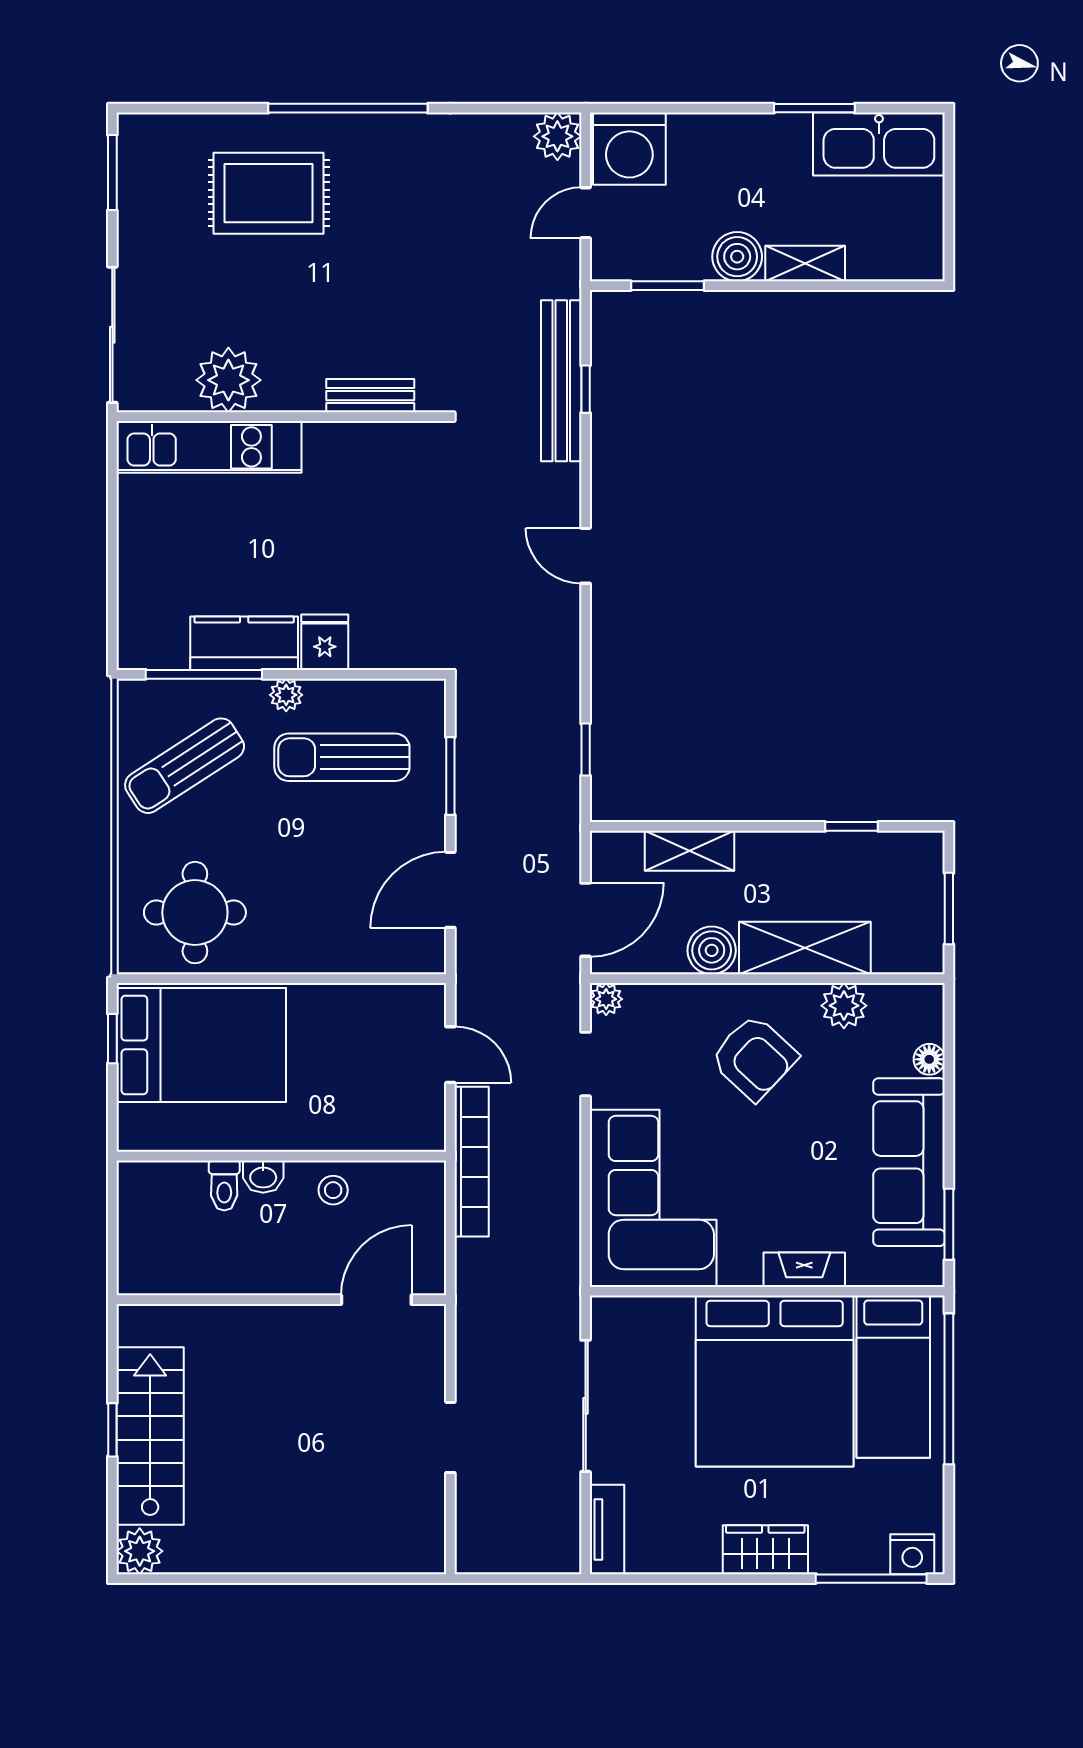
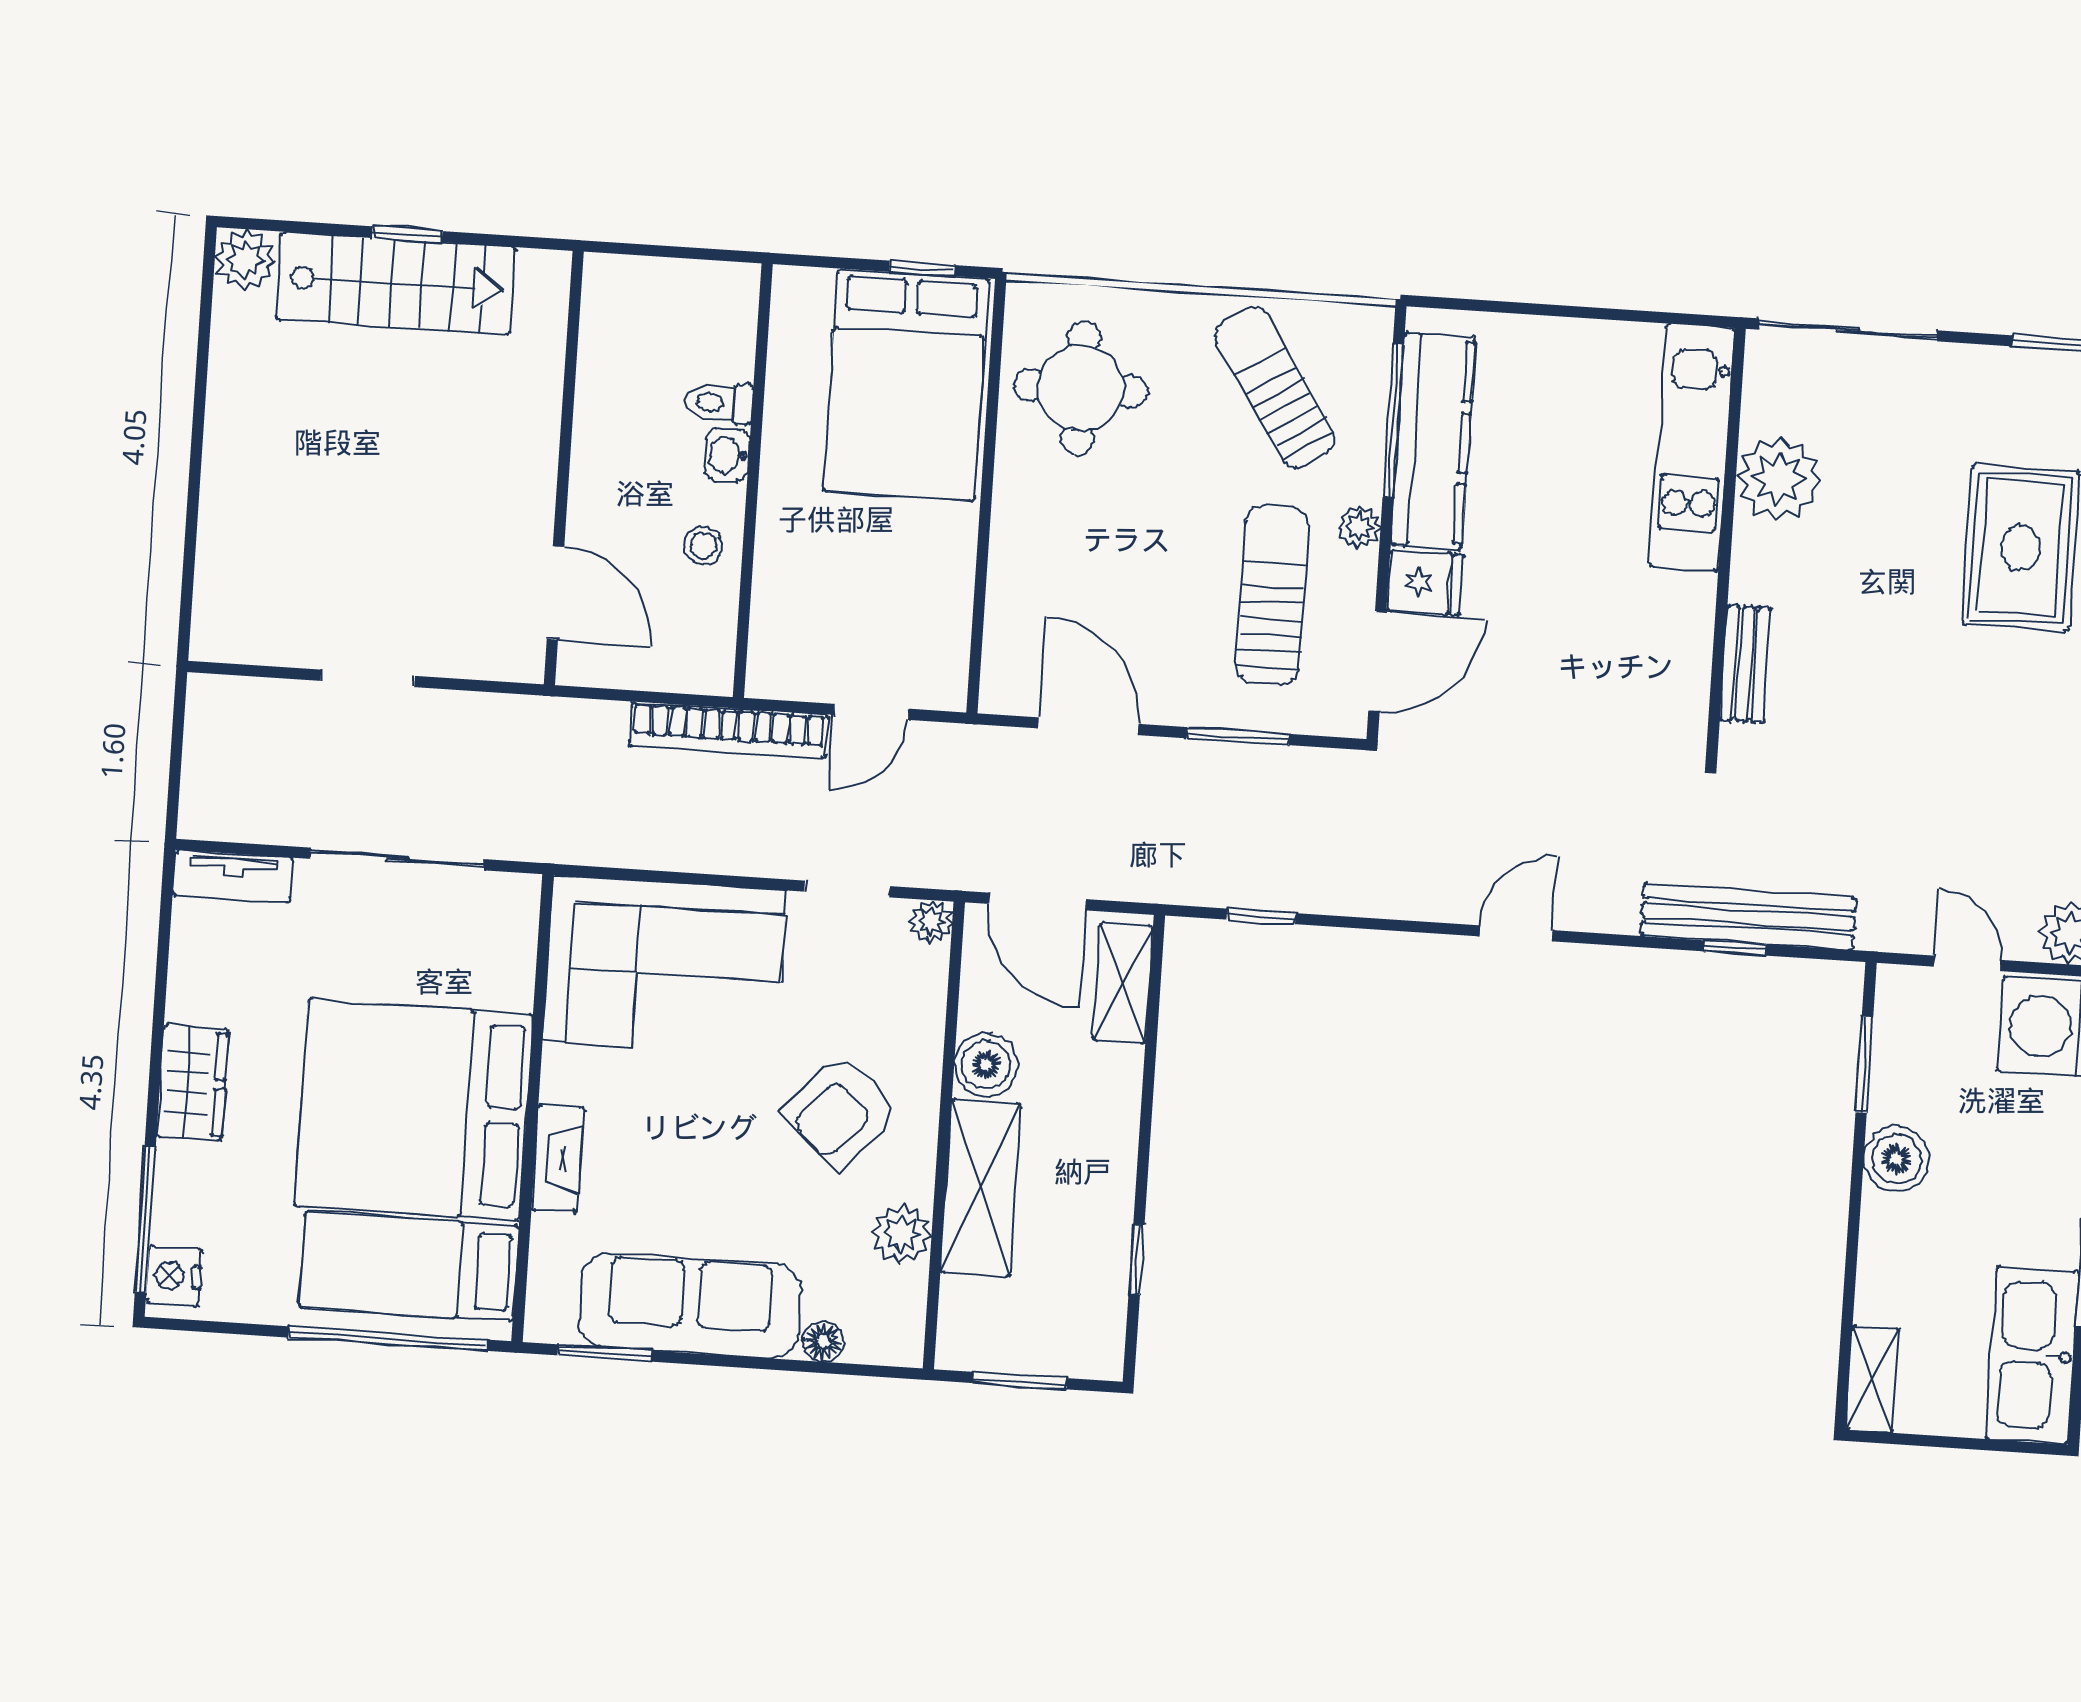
shelving: (805, 263) -> (1873, 1379), moved
kitchen counter: (244, 643) -> (1433, 441), width x1.50
door: (387, 674) -> (1377, 661), added
shelving: (690, 851) -> (1123, 983), moved

